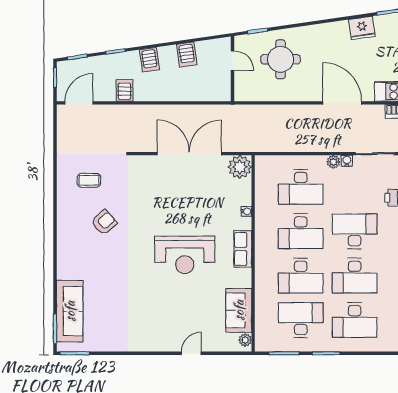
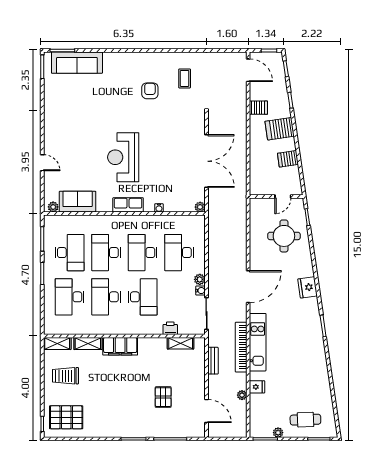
fridge: (362, 28) -> (308, 287), moved
server rack: (149, 60) -> (280, 129), width x1.36, depth x1.44
plant: (240, 167) -> (200, 207), width x0.53, depth x0.53
armchair: (104, 222) -> (150, 91), turned -139

